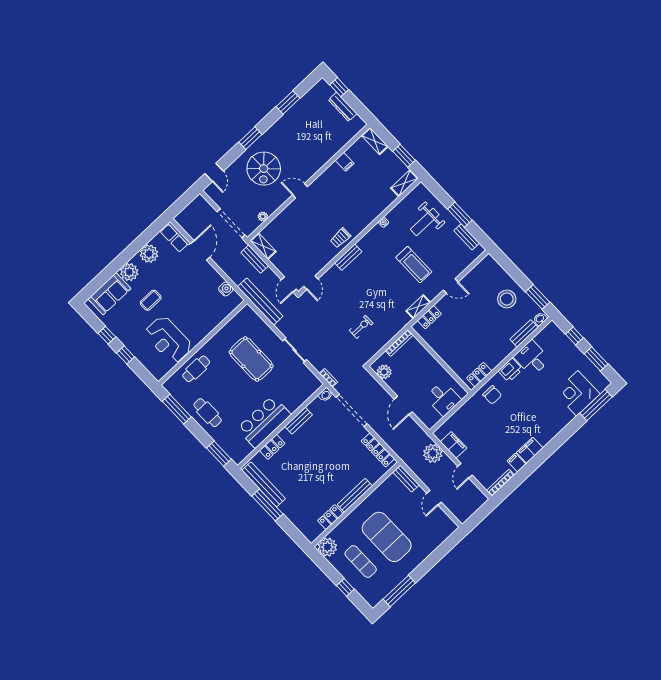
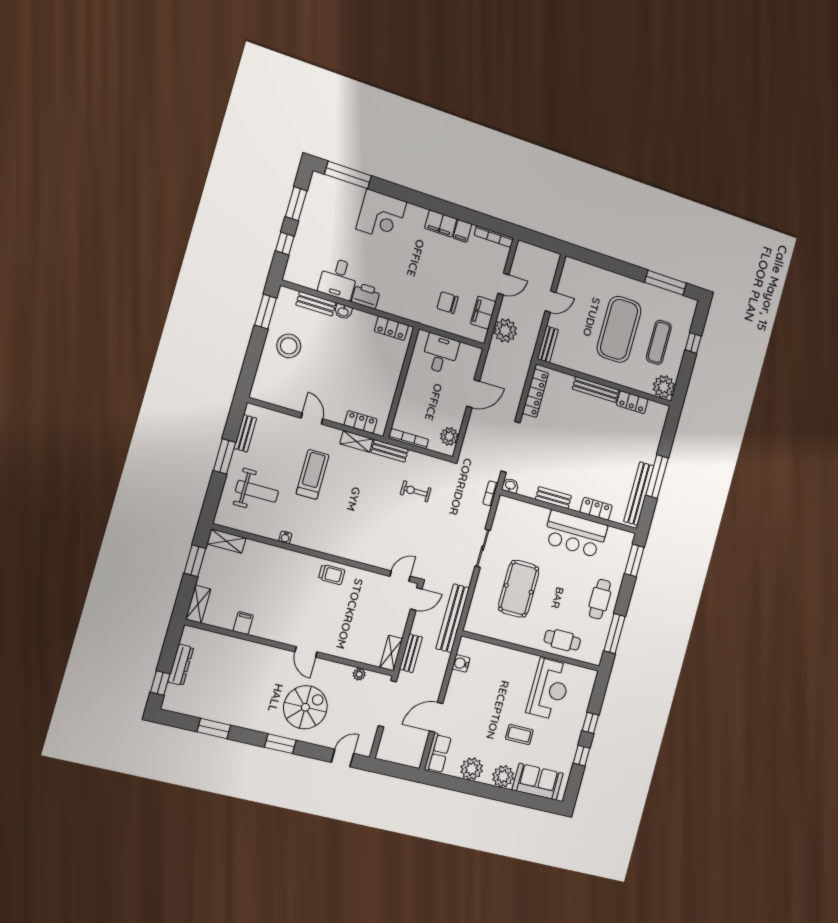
bench: (348, 257) -> (390, 451), moved
washbasin: (540, 319) -> (343, 312), moved
corner desk: (577, 393) -> (381, 215), moved
chair: (492, 395) -> (448, 303), moved, turned -90

